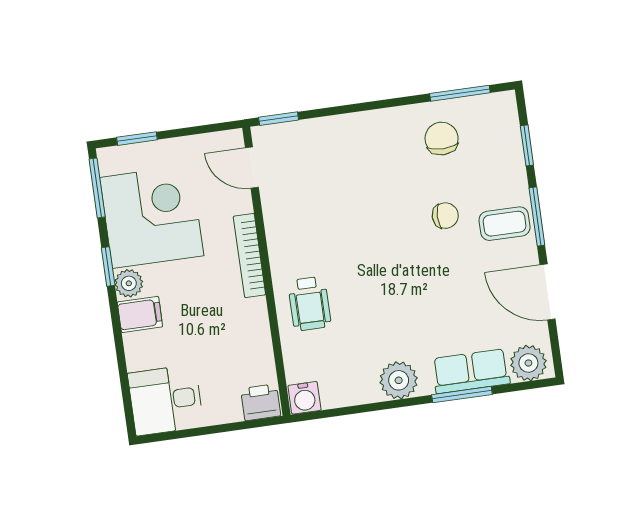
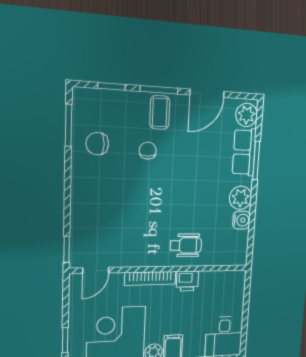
water cooler: (304, 398) -> (241, 220), moved
printer: (261, 402) -> (187, 281), moved, turned -90

